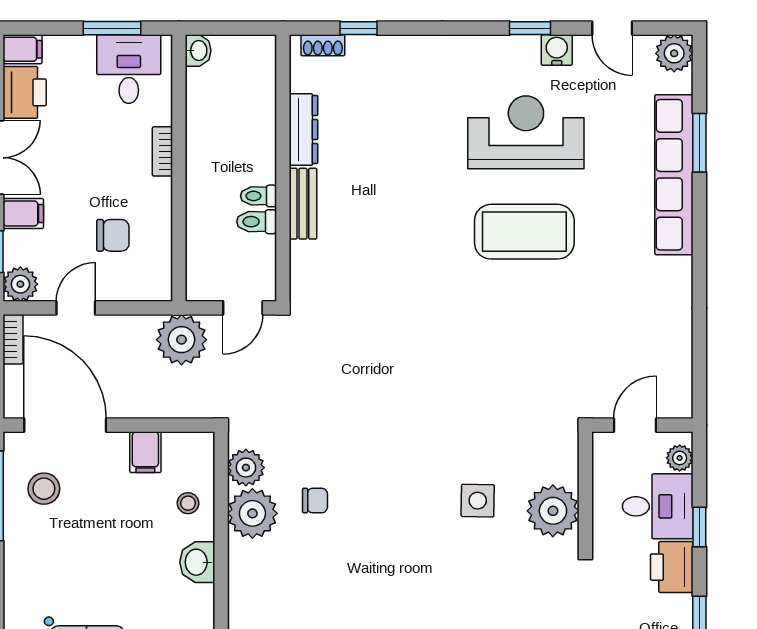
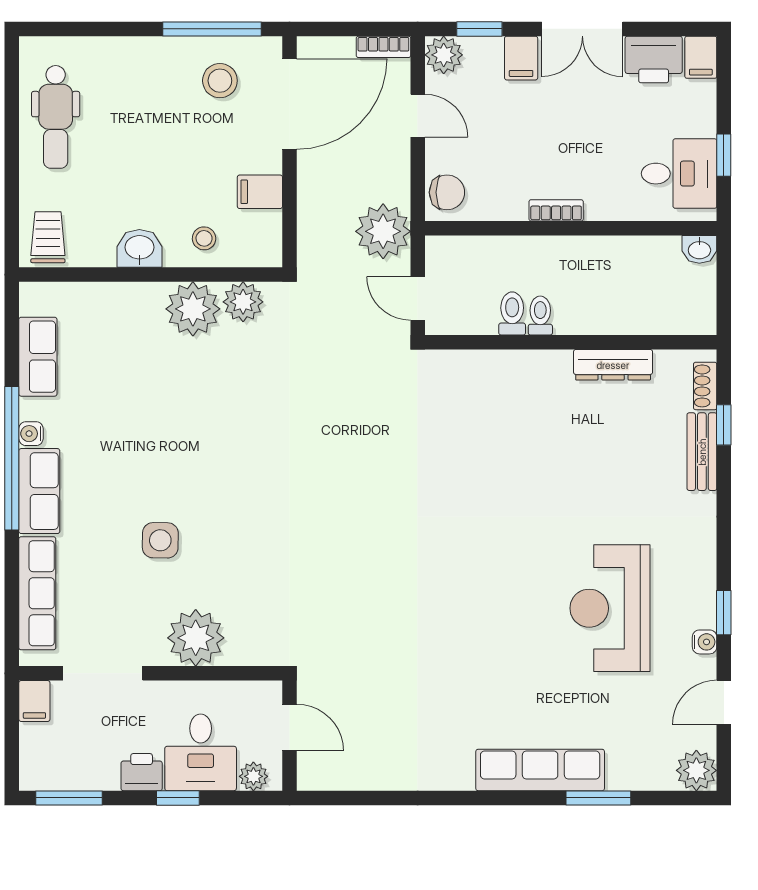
window: (112, 28) -> (724, 155), width x0.67
water cooler: (557, 50) -> (705, 642), width x0.72, depth x0.72
reception desk: (526, 132) -> (610, 608), turned 180
bookcase: (162, 151) -> (556, 210), moved
row of seats: (674, 175) -> (540, 770), width x0.73
bench: (303, 204) -> (702, 452), moved, turned 90
coffee table: (524, 232) -> (501, 606), removed
chair: (113, 235) -> (447, 192), moved, turned -90
chair: (315, 501) -> (207, 377), removed
side table: (478, 501) -> (160, 540), moved
printer: (672, 567) -> (142, 772), width x0.73, depth x0.81

